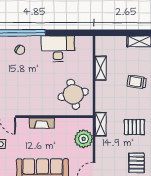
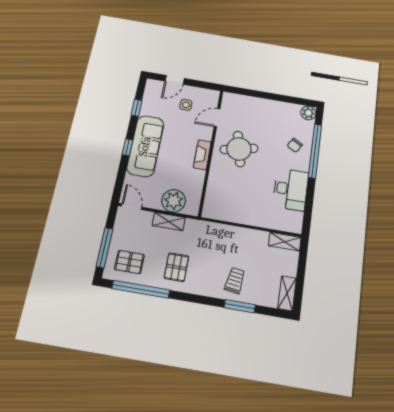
shelving: (101, 68) -> (285, 242), moved
round table: (73, 94) -> (239, 149), moved
shelving: (101, 124) -> (169, 222), moved

